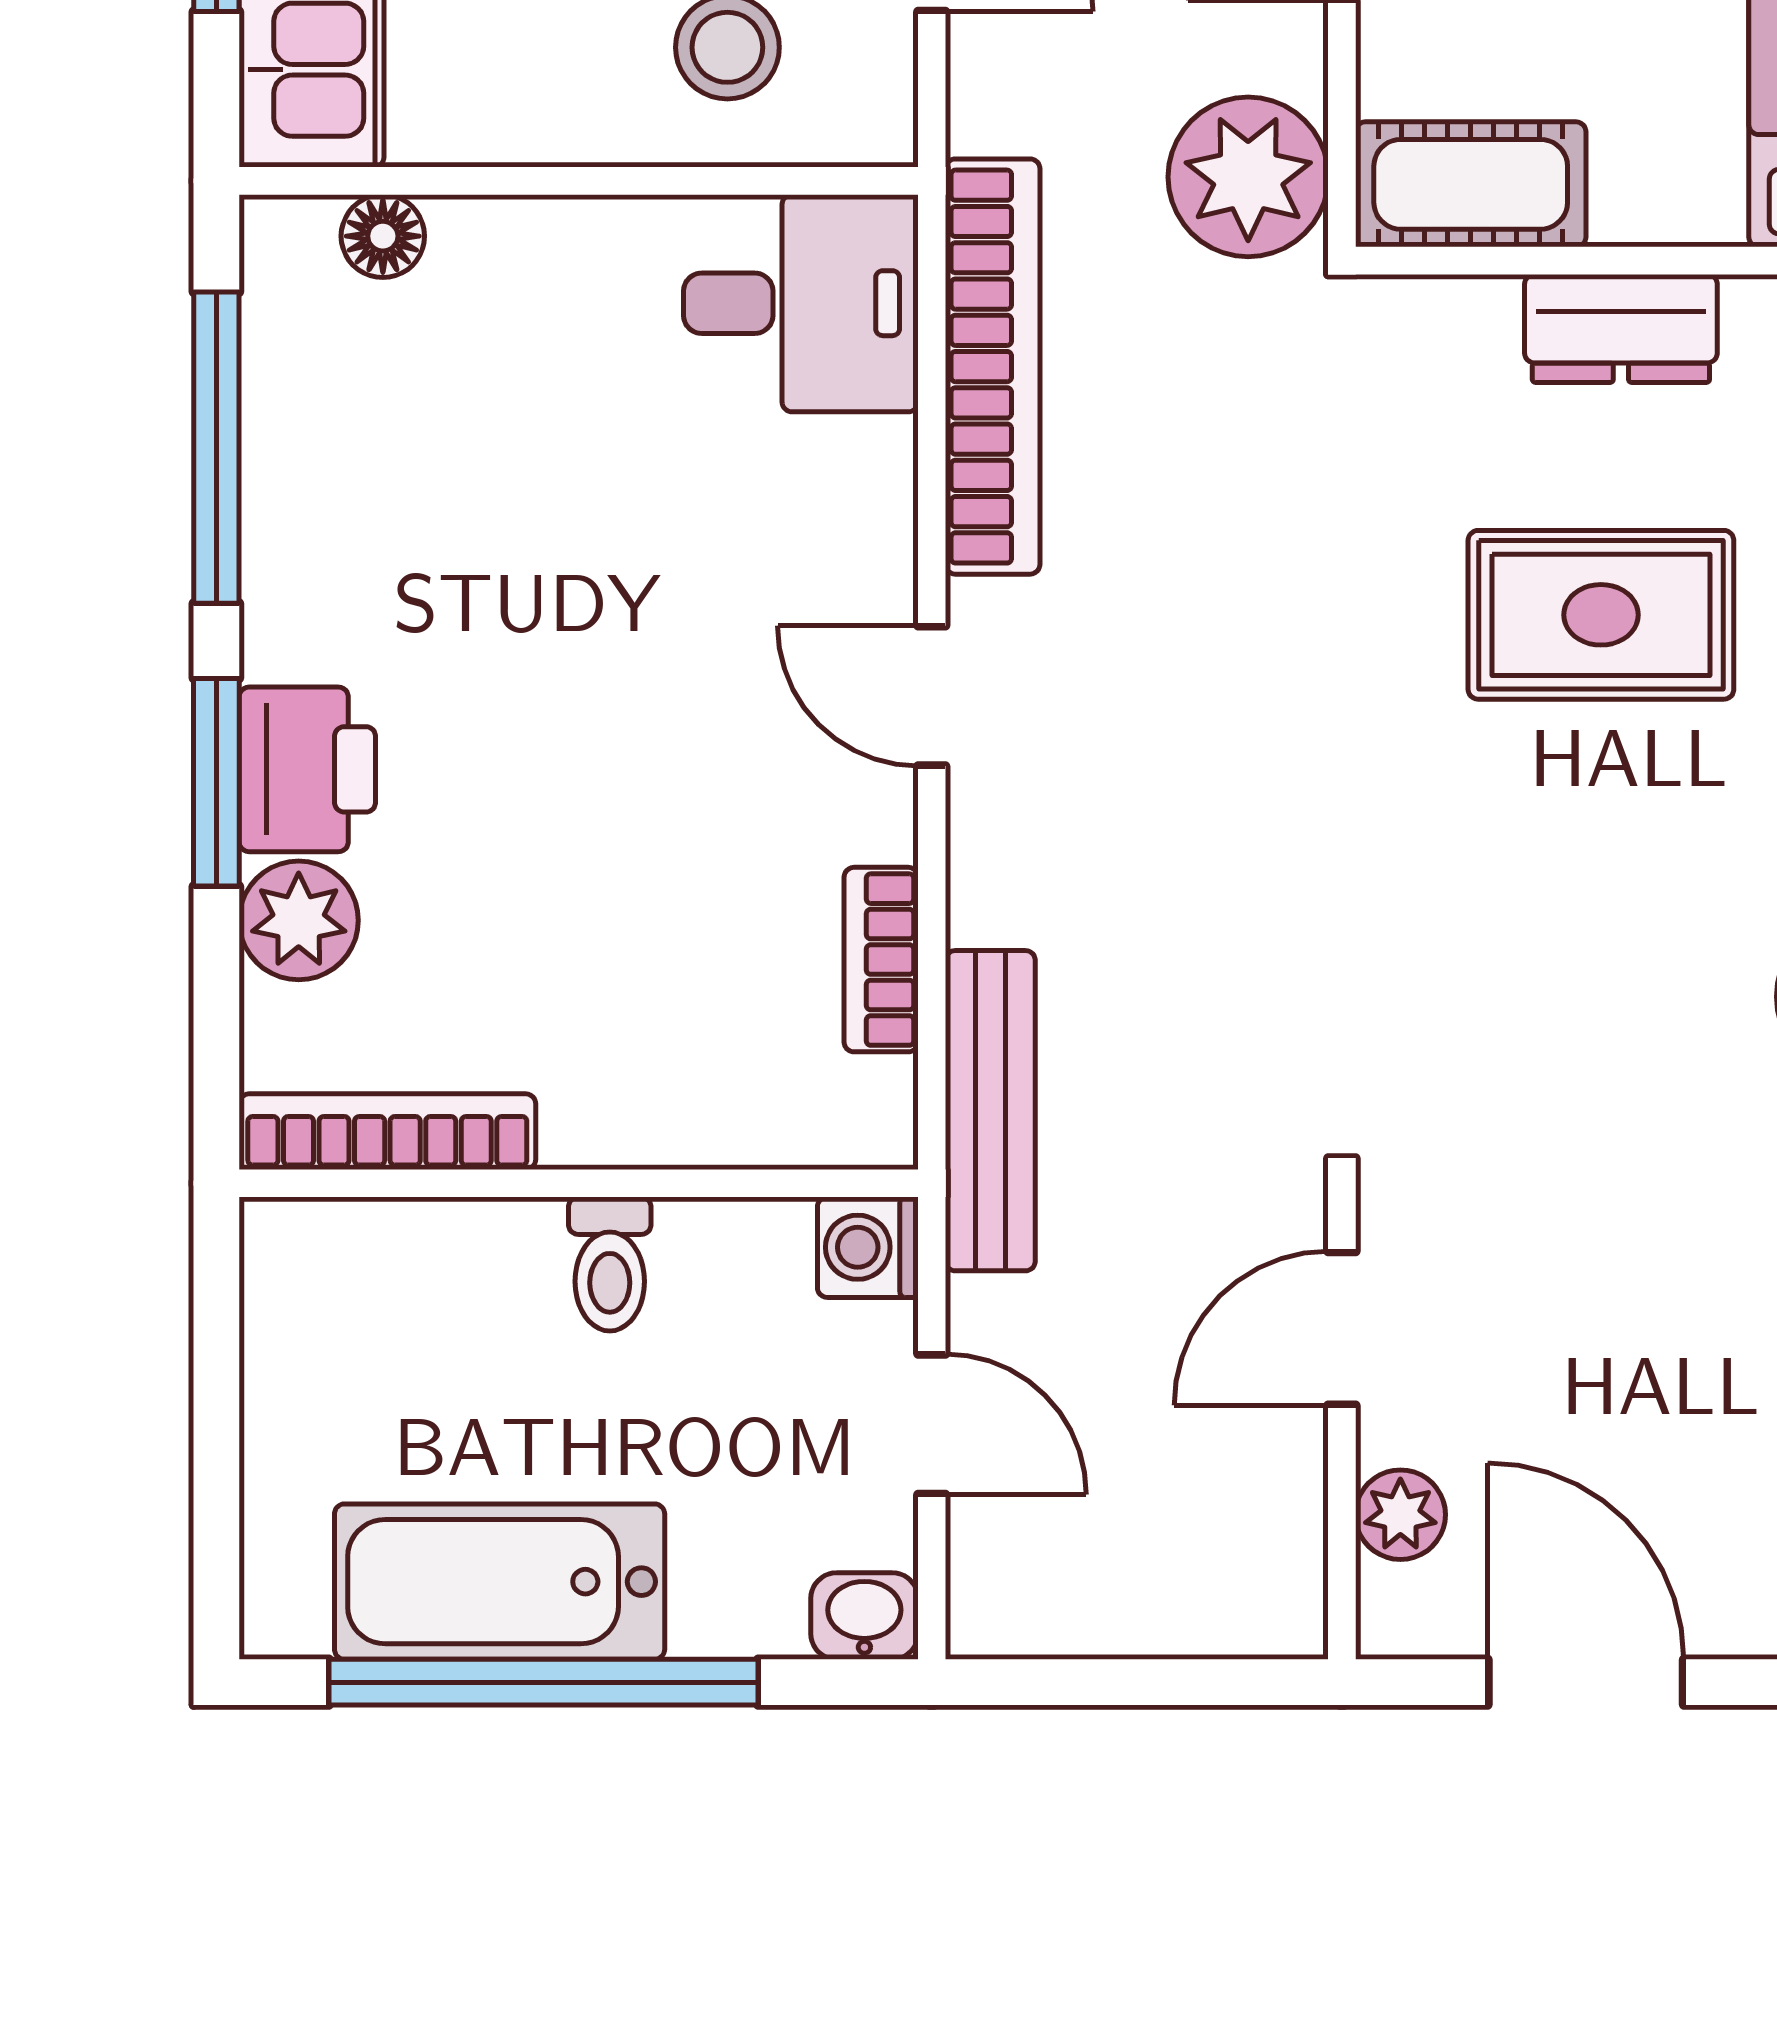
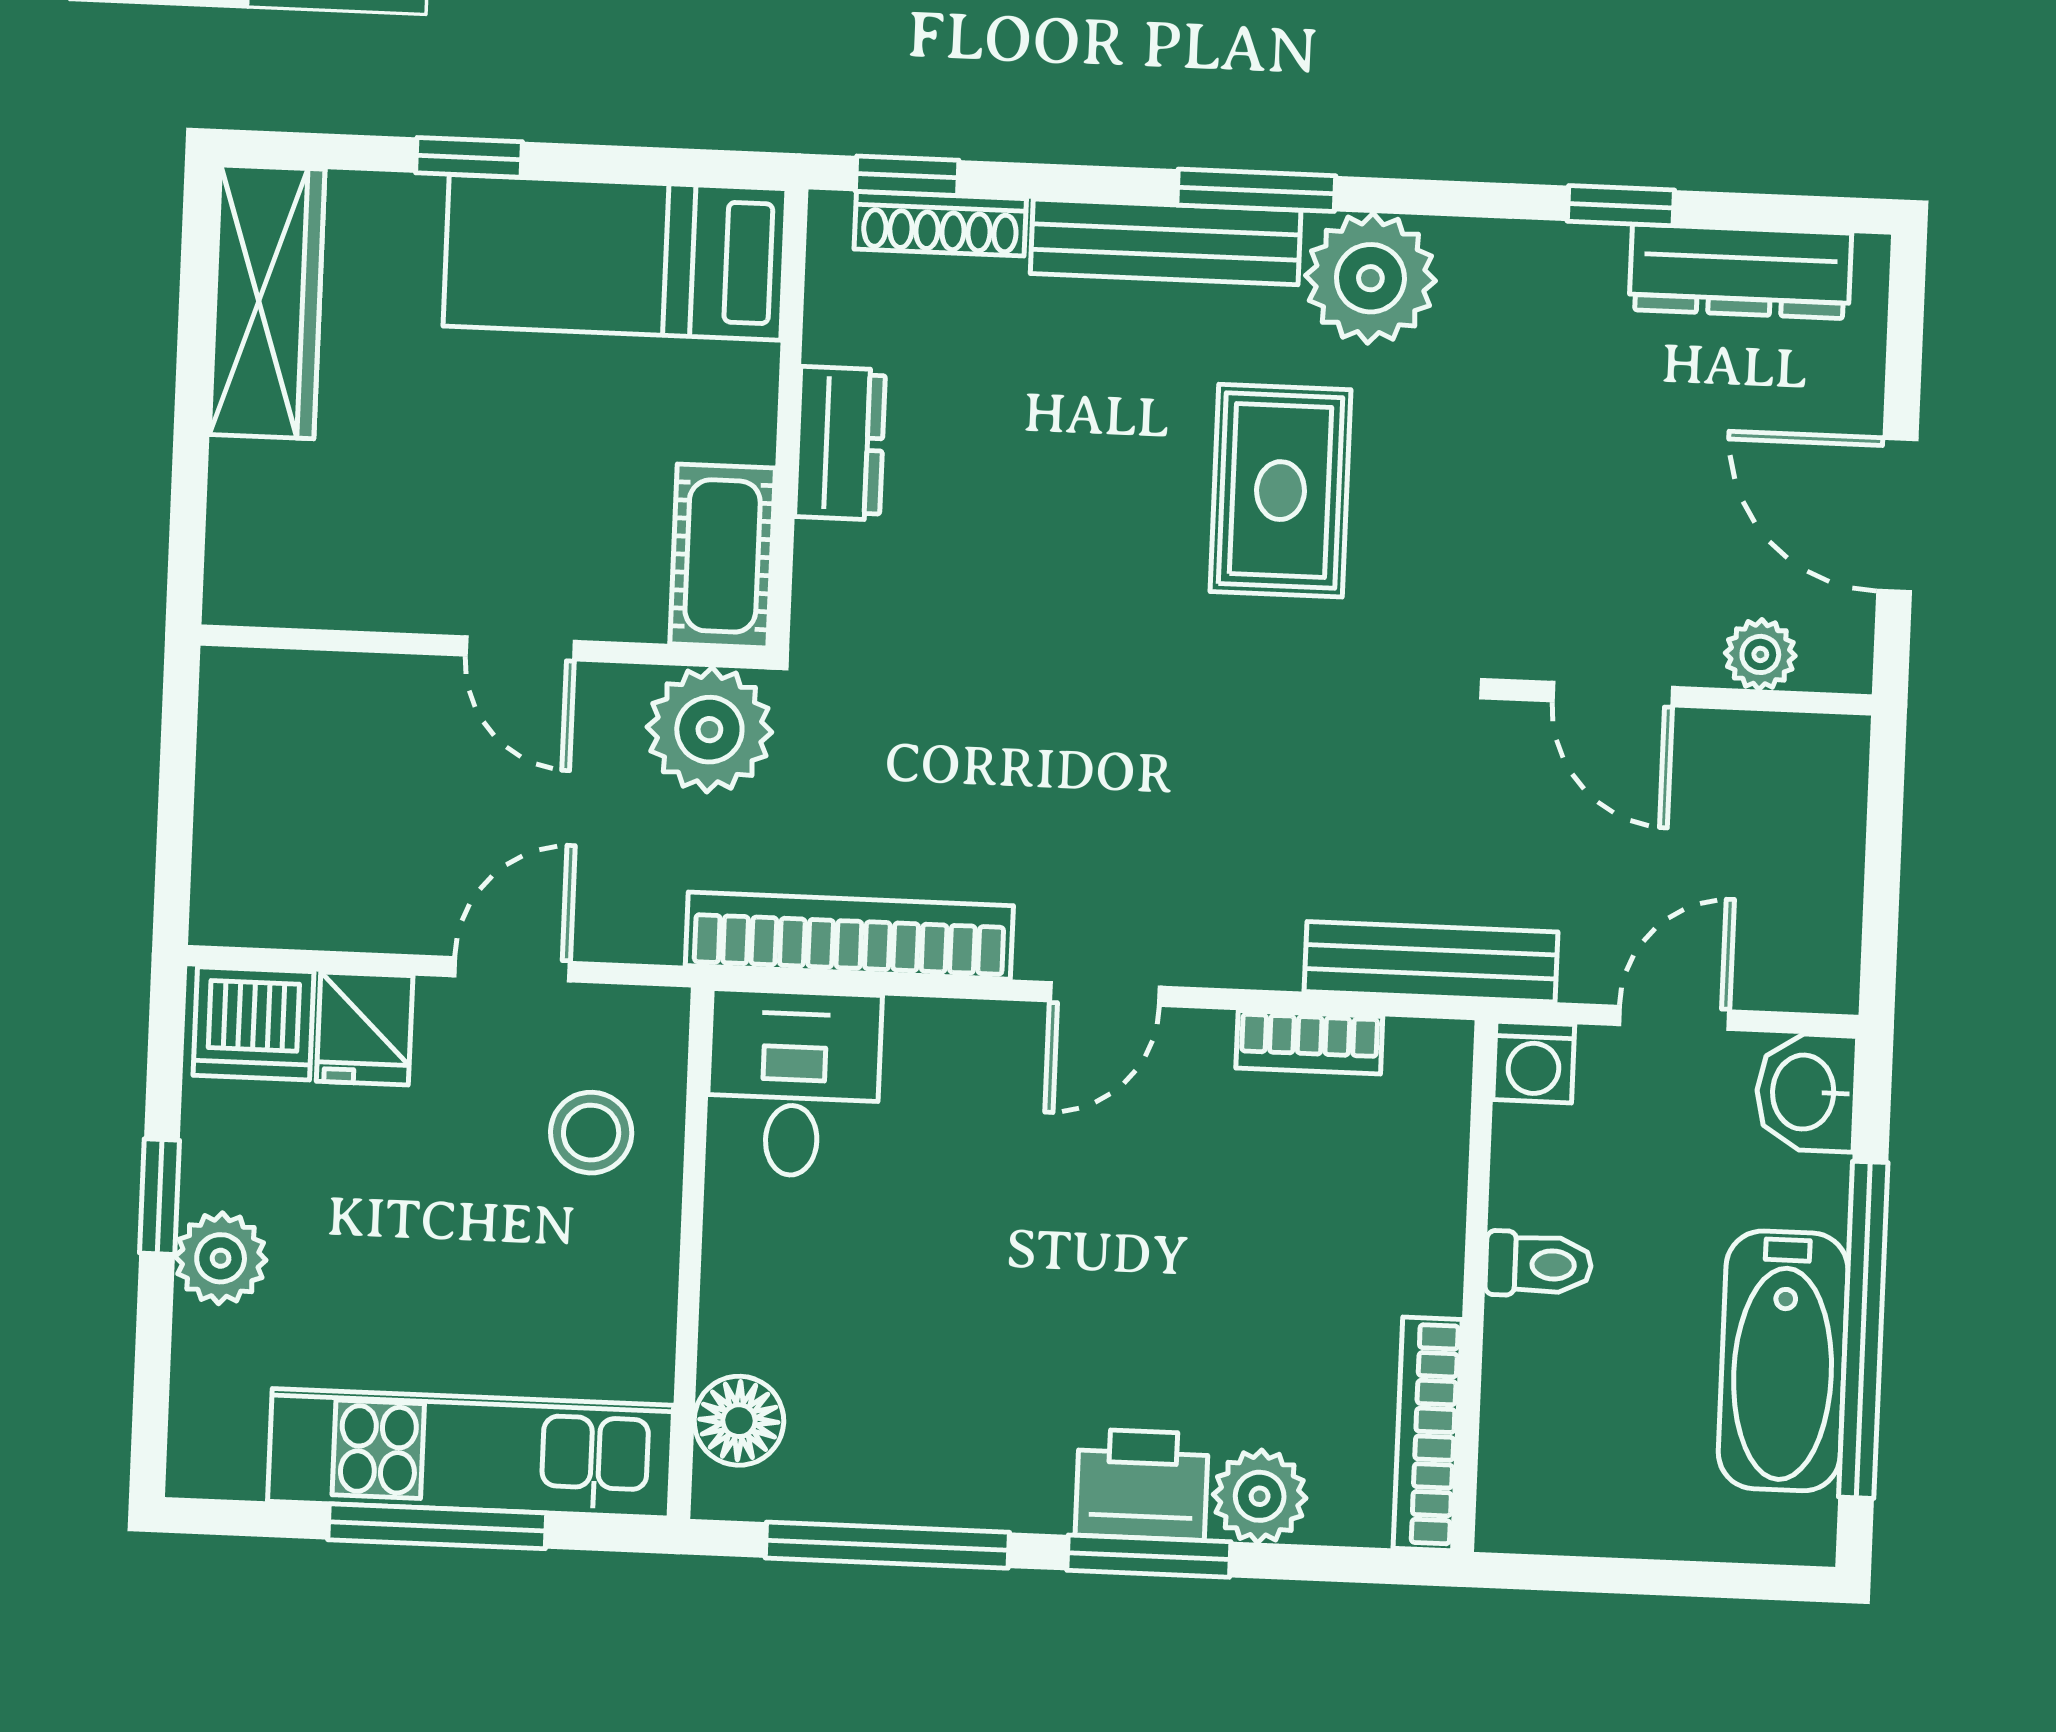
floor lamp: (383, 236) -> (739, 1421), width x1.37, depth x1.37
rug: (1601, 615) -> (1280, 491), moved
washbasin: (864, 1616) -> (1806, 1092), width x1.38, depth x1.45
door: (1586, 1682) -> (1897, 515), hinge flipped

